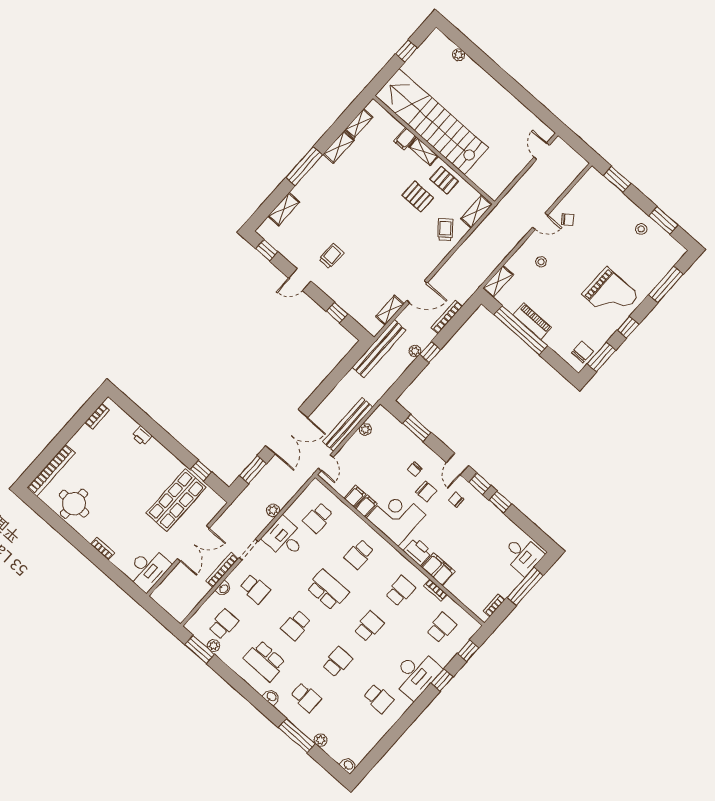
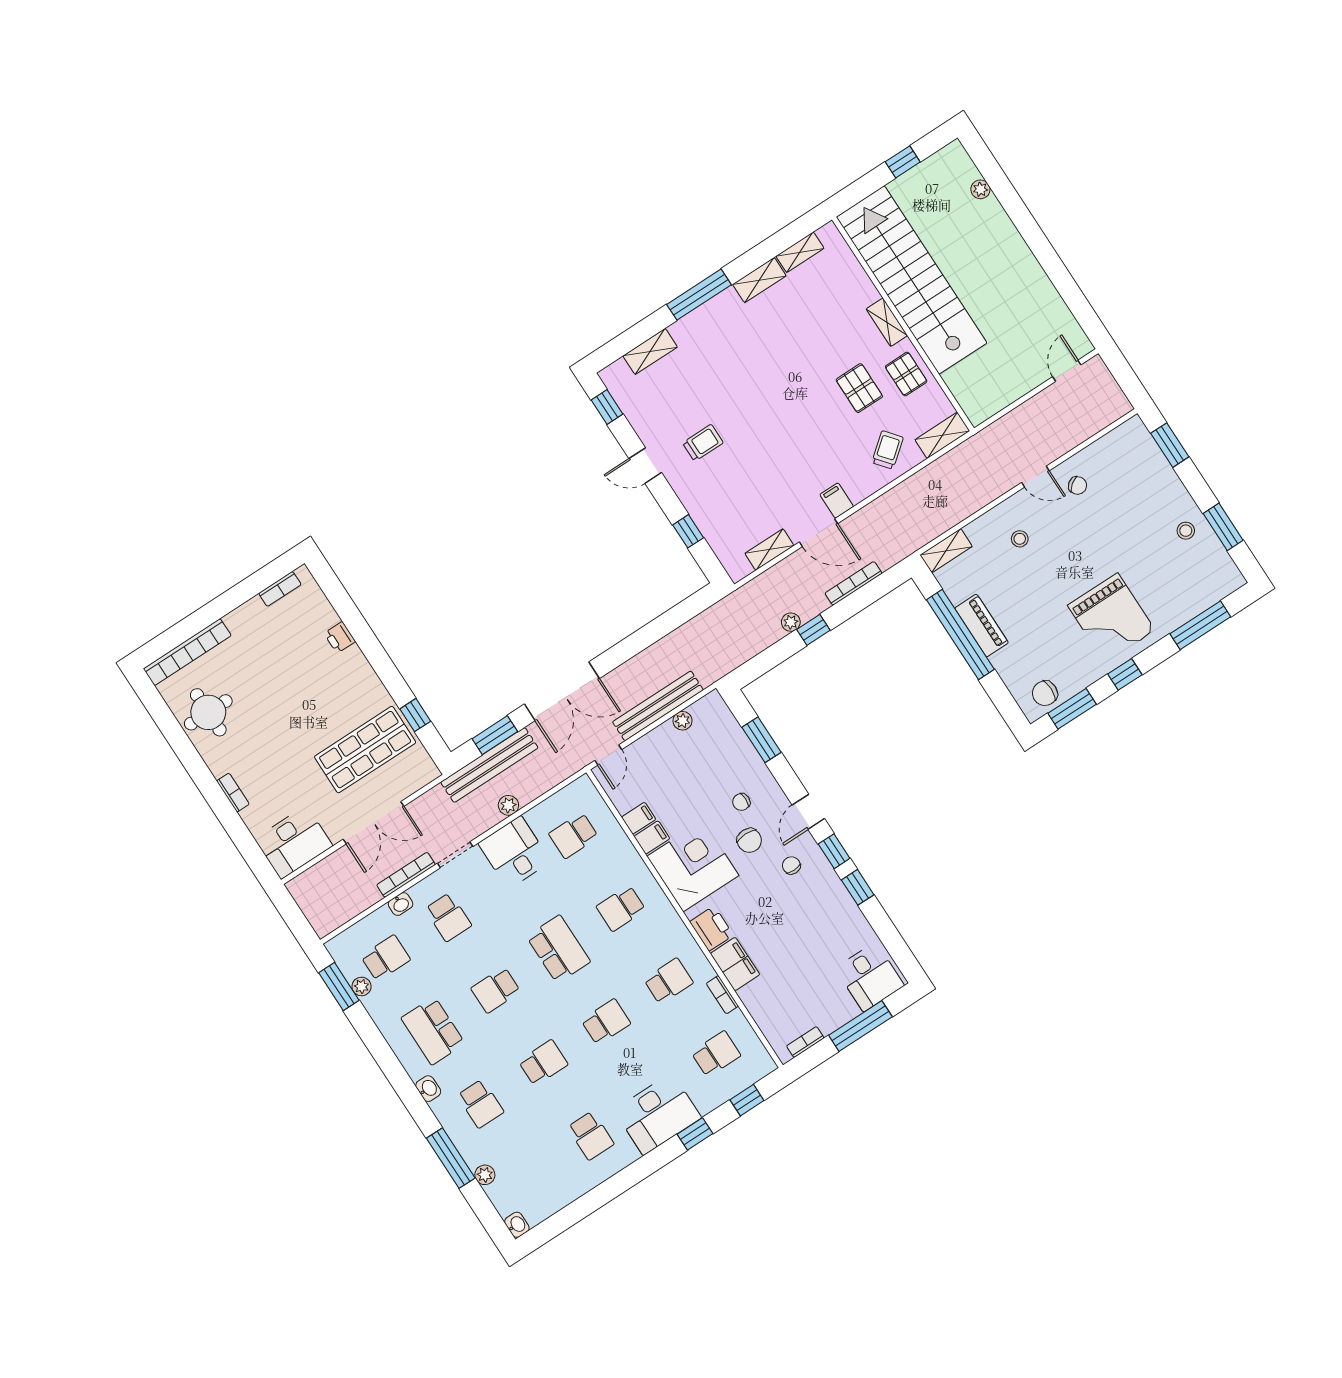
filing cabinet: (405, 139) -> (837, 501), moved, turned 90
bench: (379, 349) -> (489, 765), moved
chair: (582, 352) -> (1045, 693), turned 180

